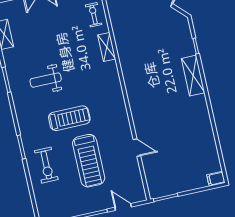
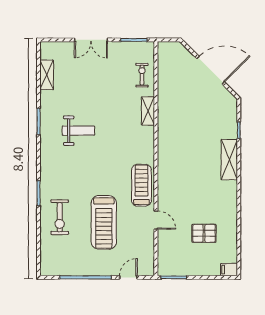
weight bench: (46, 80) -> (78, 131), turned 180
treadmill: (69, 118) -> (141, 185), moved, turned -90
pallet: (185, 150) -> (204, 233), added
door: (123, 207) -> (128, 277), hinge flipped

